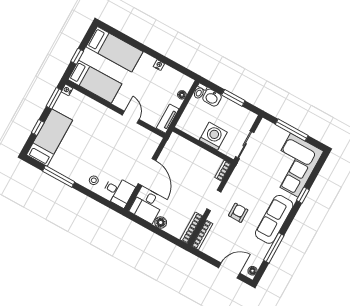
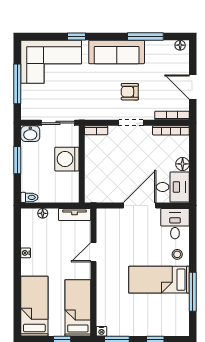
washbasin: (212, 98) -> (30, 134), moved, turned 90
bed: (49, 138) -> (159, 280), moved
door: (229, 271) -> (193, 87), moved

